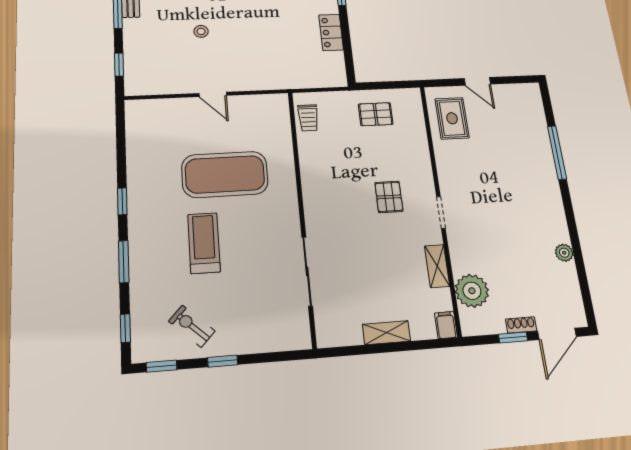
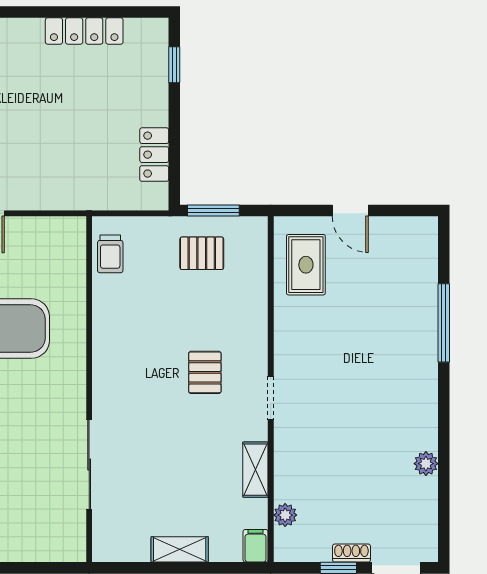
locker: (331, 32) -> (154, 155), moved
window: (380, 85) -> (213, 211), added
plant: (472, 291) -> (285, 515), width x0.53, depth x0.53

